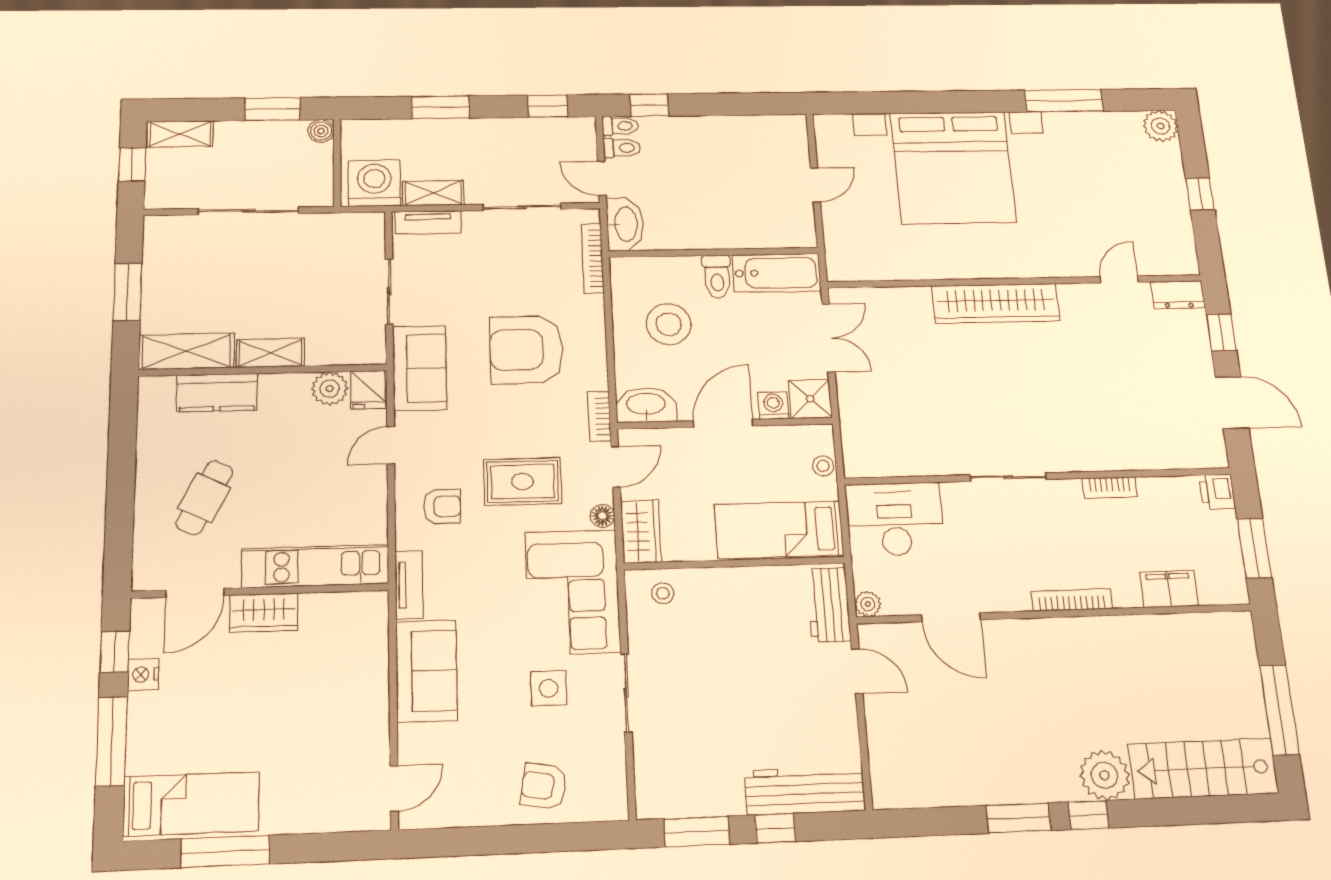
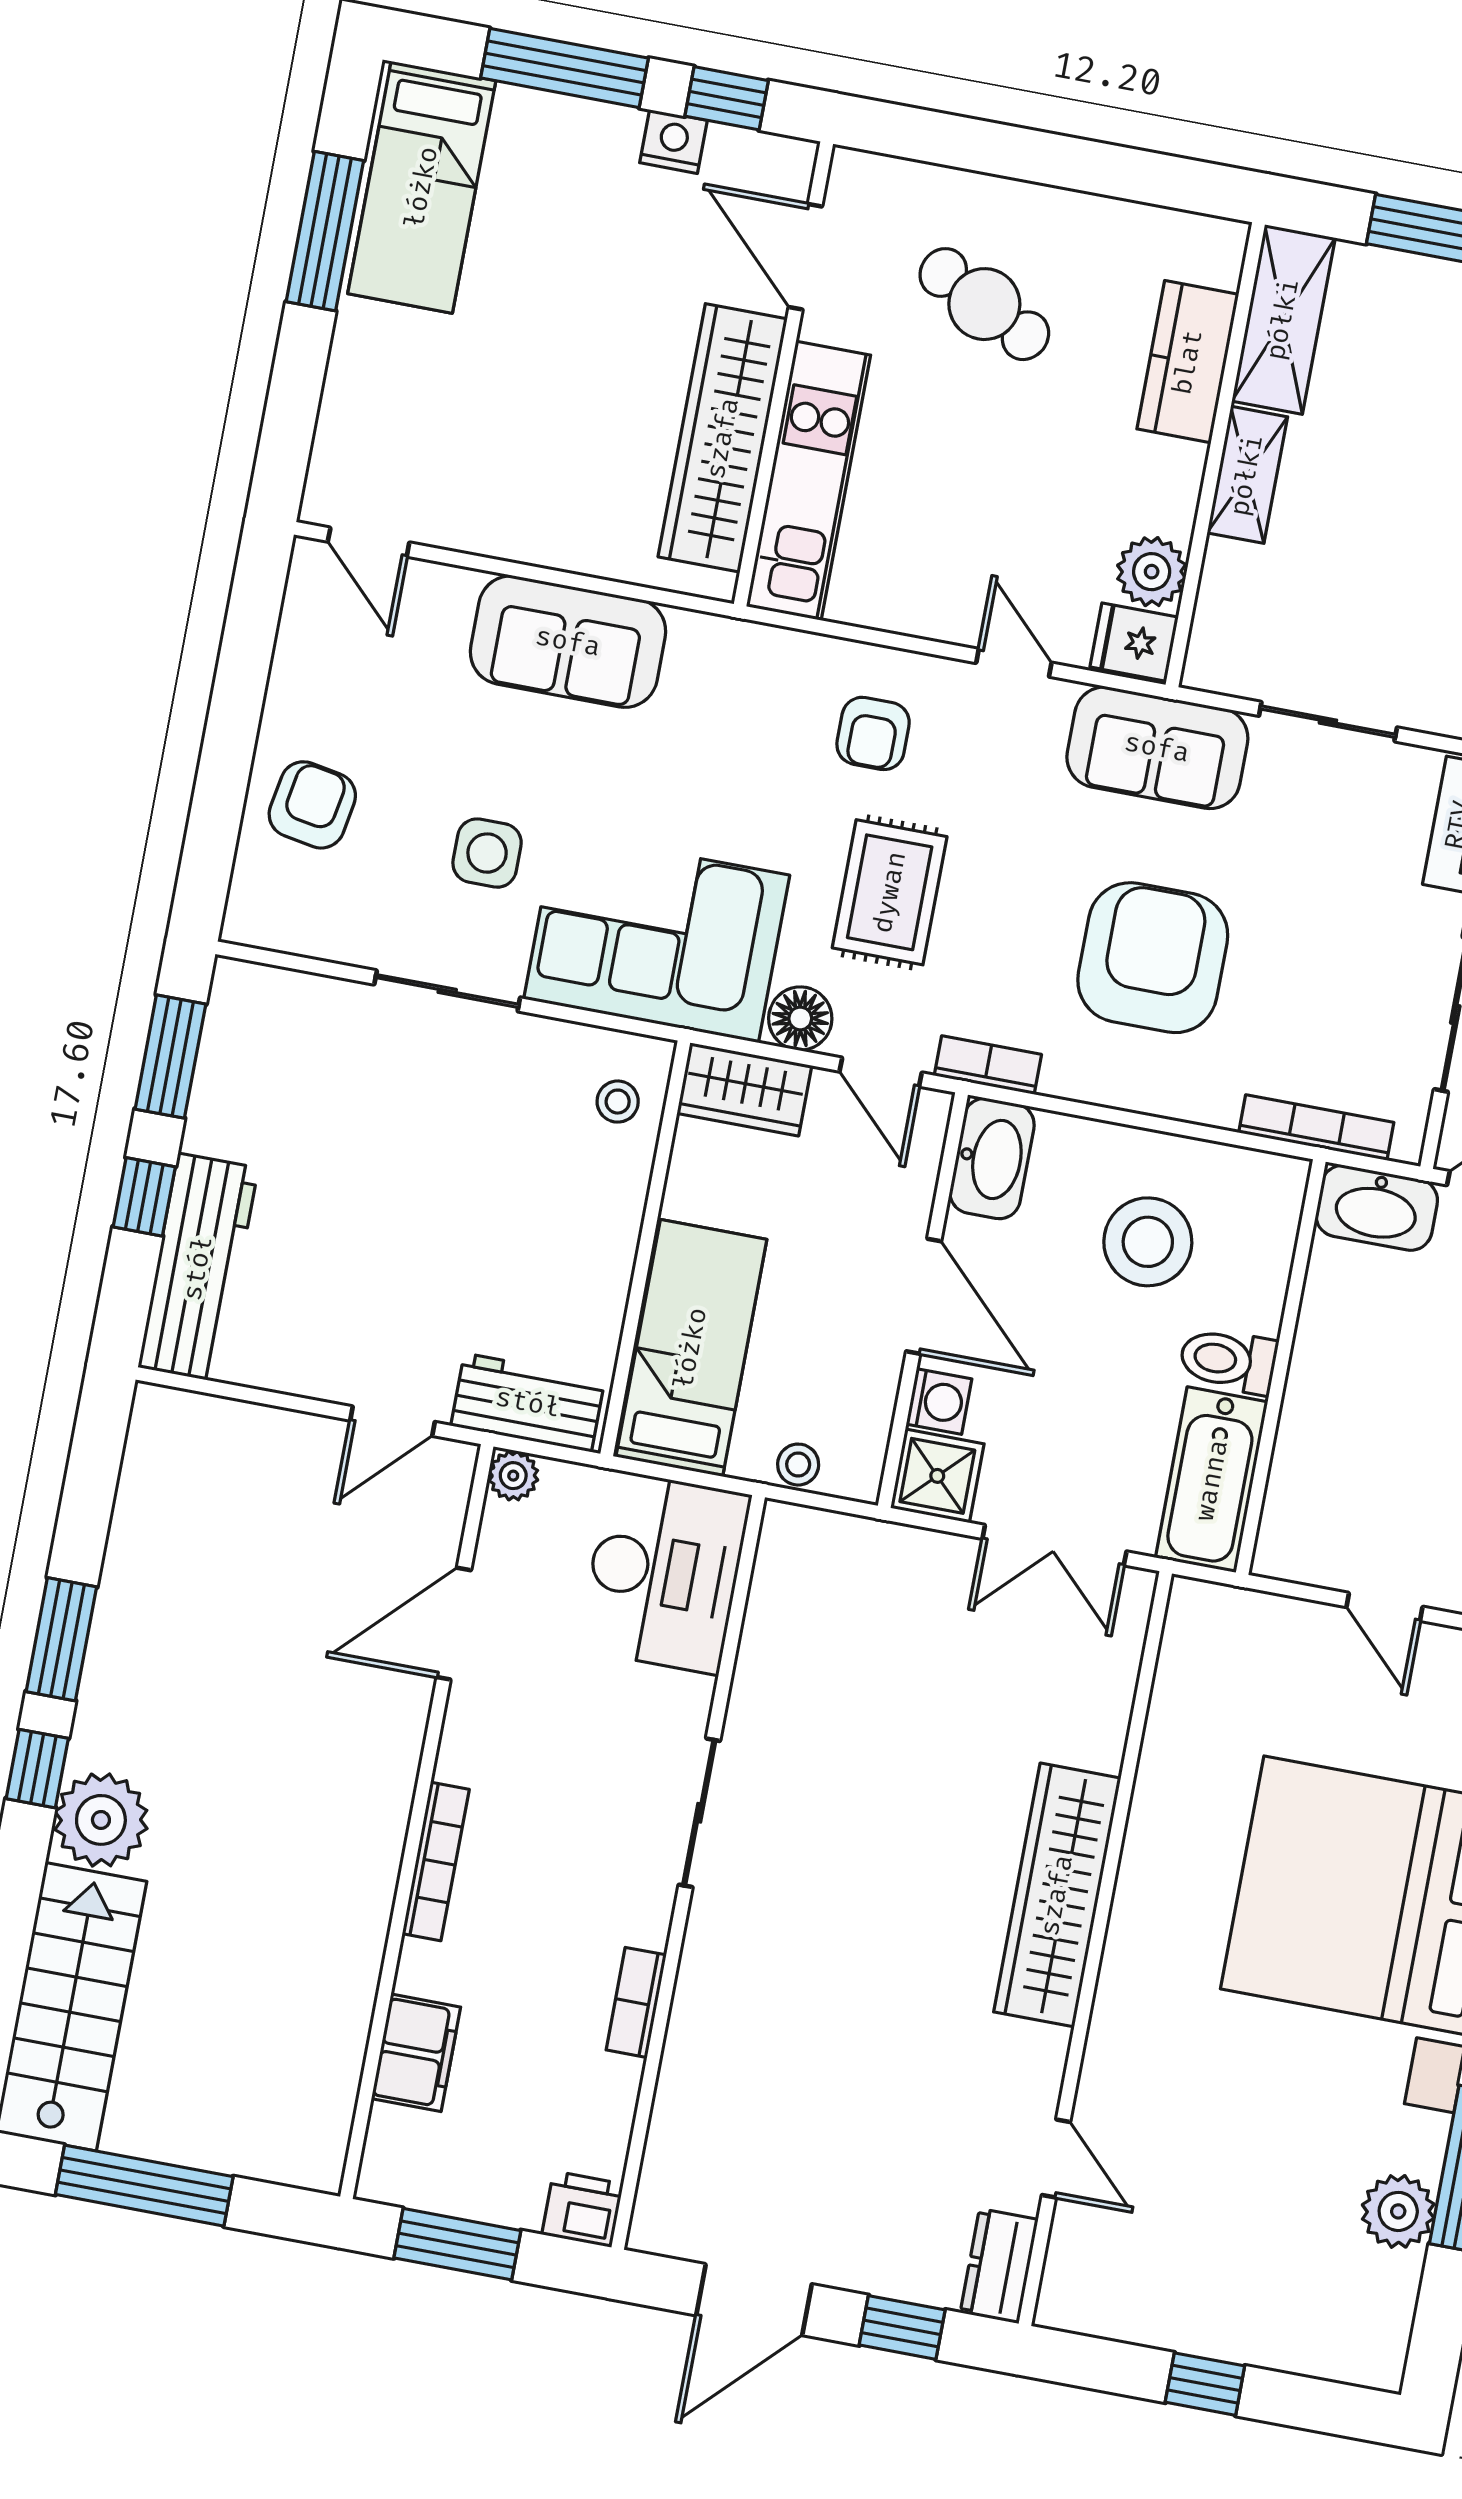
plant: (1161, 126) -> (1398, 2211), moved
floor lamp: (603, 516) -> (800, 1018), width x1.37, depth x1.37
tv unit: (409, 585) -> (736, 643), removed
wardrobe: (264, 613) -> (723, 438), width x2.10, depth x1.17

